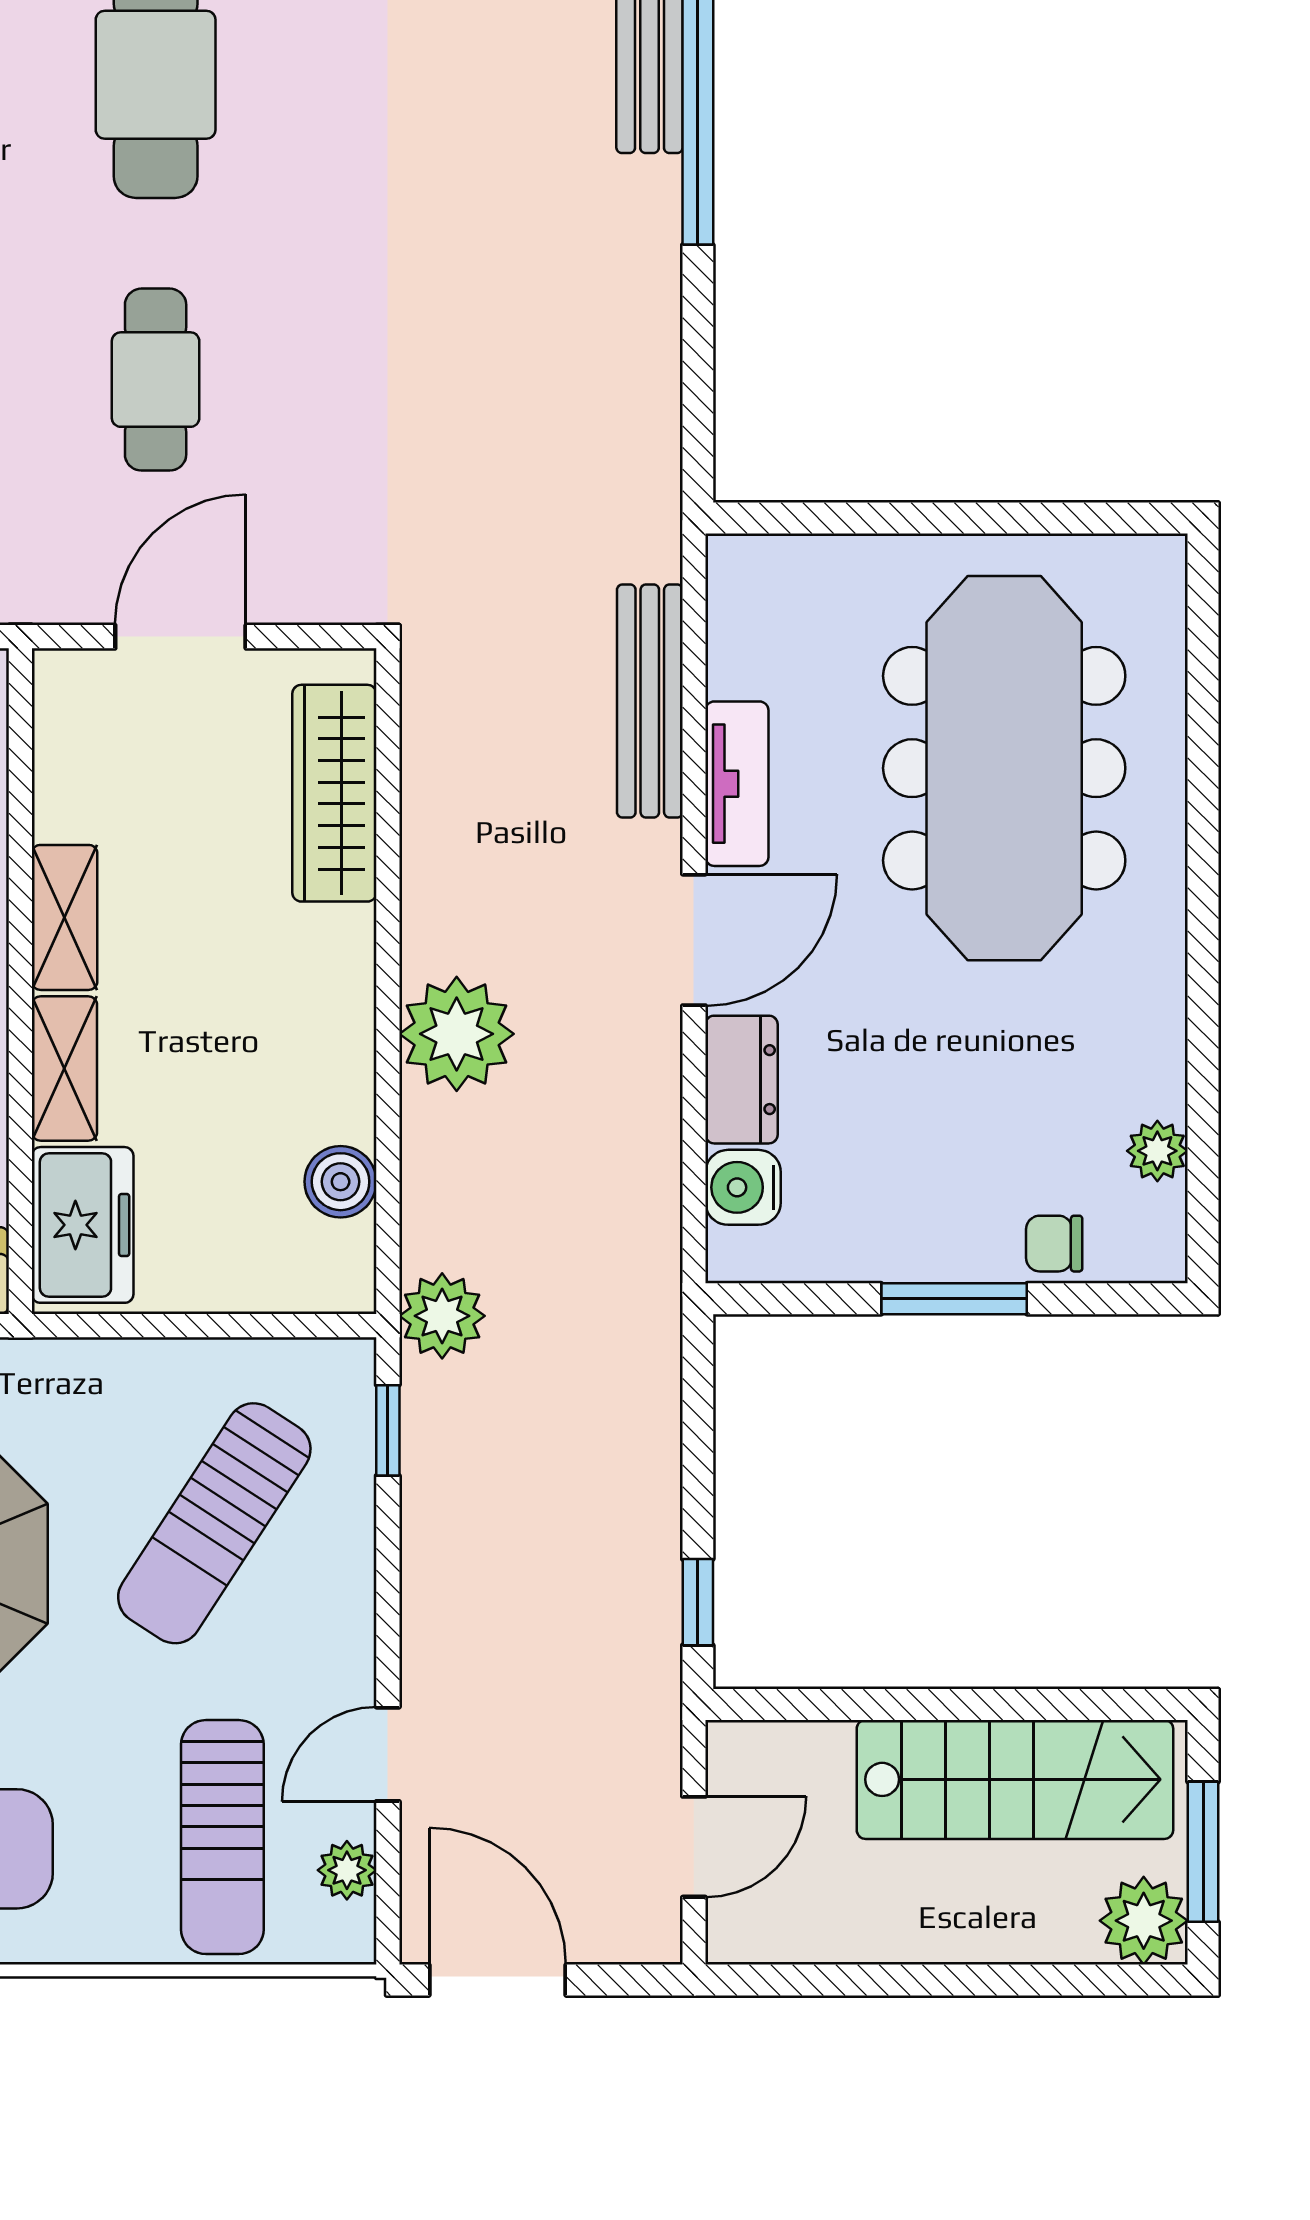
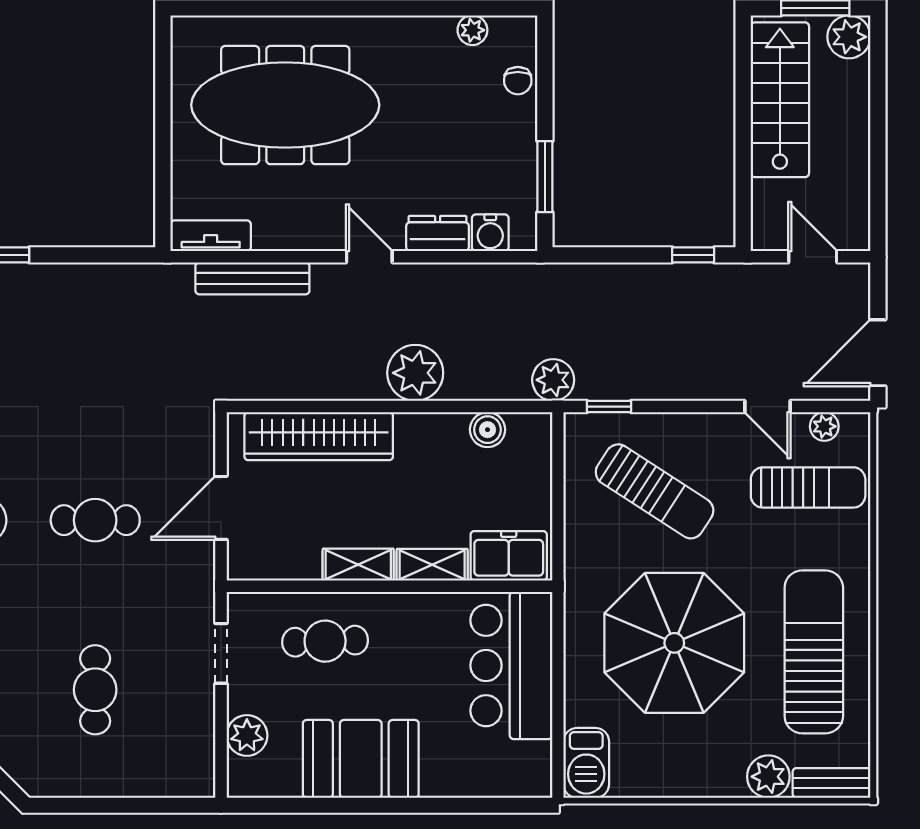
door: (180, 637) -> (221, 508), hinge flipped
tv unit: (737, 784) -> (211, 236), moved
wardrobe: (334, 793) -> (319, 436), width x1.40, depth x1.17
door: (694, 940) -> (369, 257), width x0.73
window: (954, 1299) -> (545, 177), moved

